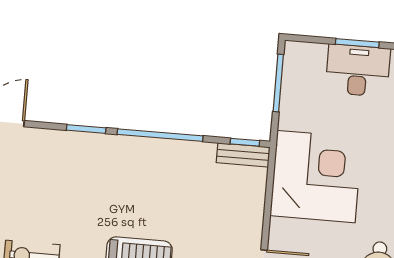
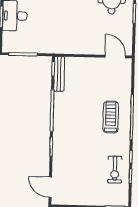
bench: (243, 155) -> (59, 74), width x1.36
corner desk: (316, 177) -> (68, 33), removed

